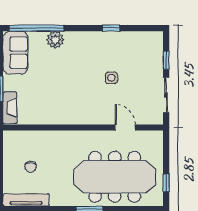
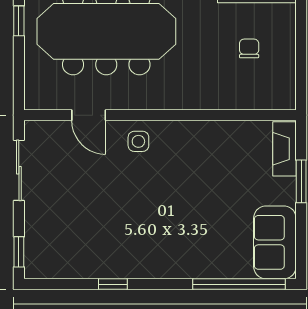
plant: (55, 40) -> (207, 264), removed
window: (166, 60) -> (19, 252), moved
side table: (111, 78) -> (138, 141), moved

